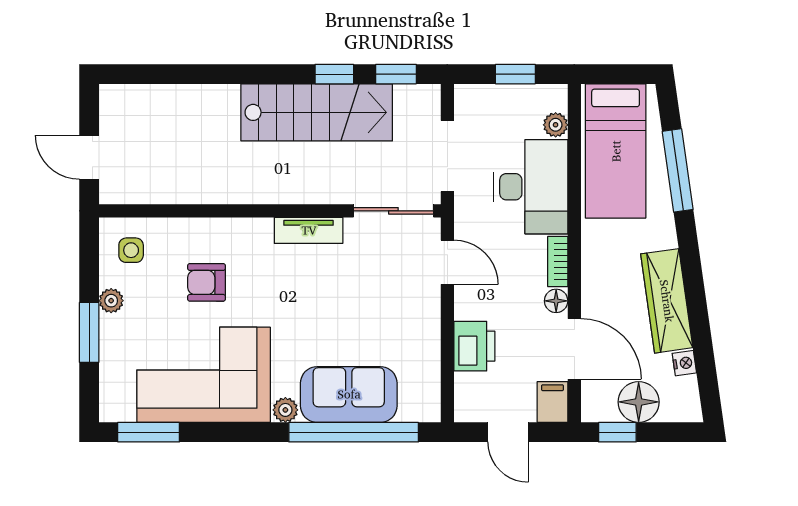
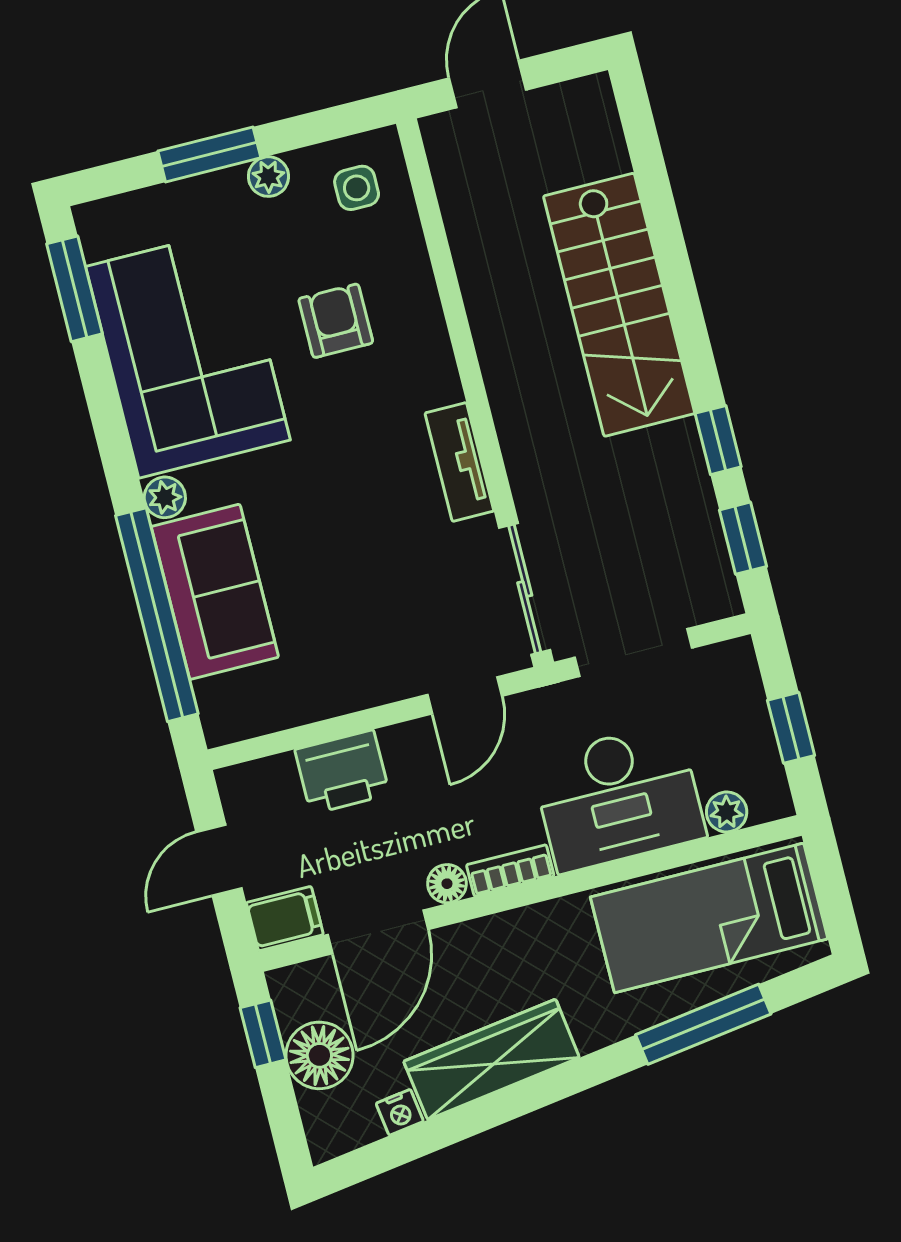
stairs: (317, 112) -> (619, 305), moved

